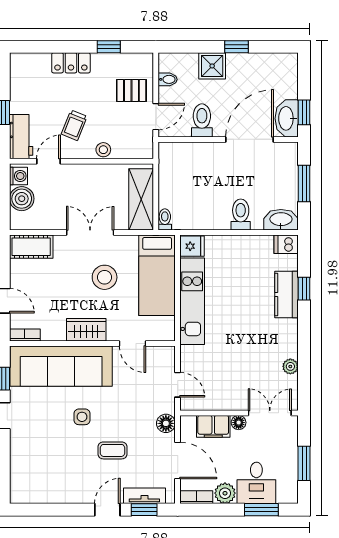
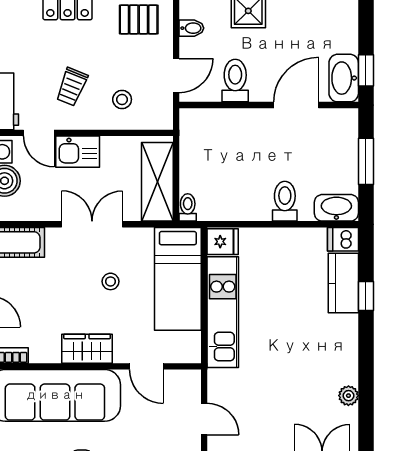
pallet: (131, 90) -> (139, 19), moved
door: (250, 139) -> (296, 105), width x0.73
stool: (103, 150) -> (122, 99), moved
door: (48, 161) -> (39, 133), swing flipped
kitchen sink: (79, 176) -> (78, 152), added
stool: (105, 277) -> (111, 281), width x0.53, depth x0.53
kitchen counter: (286, 295) -> (343, 283), moved

